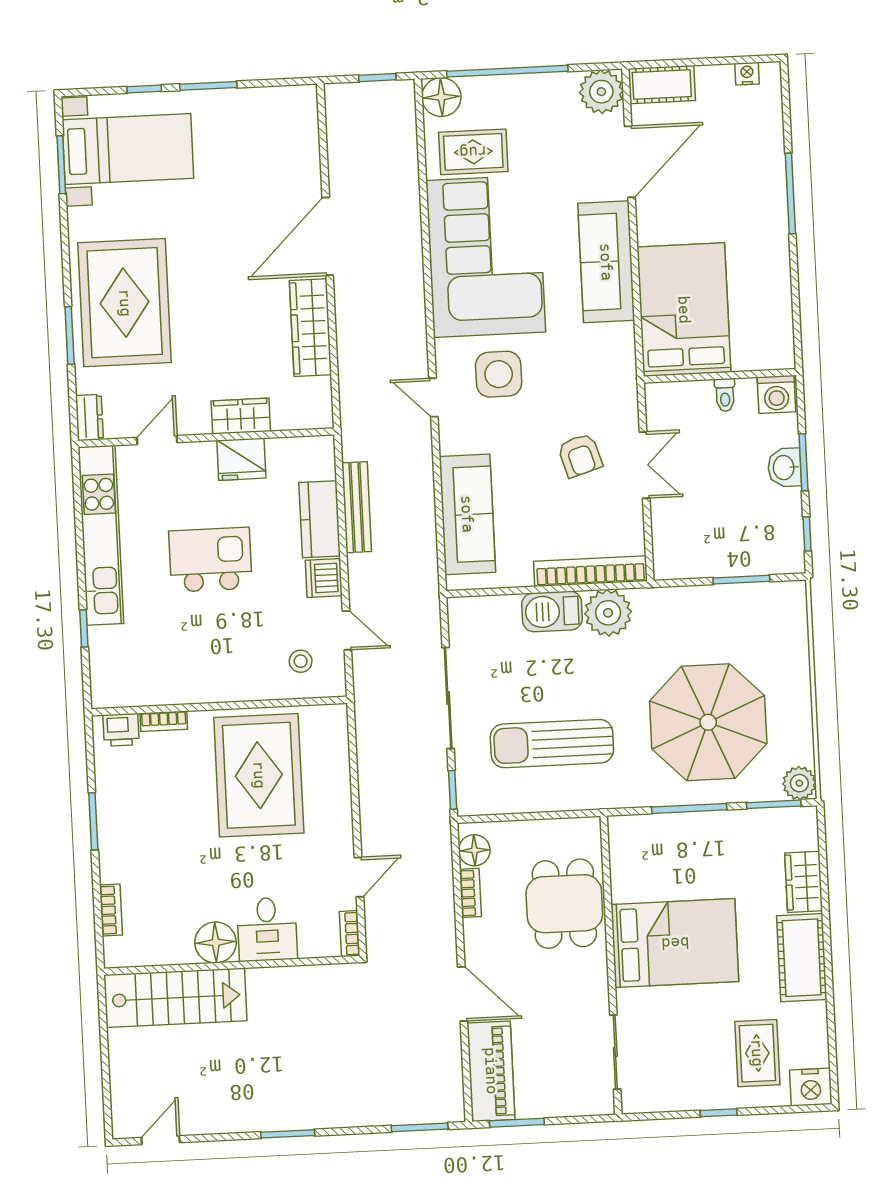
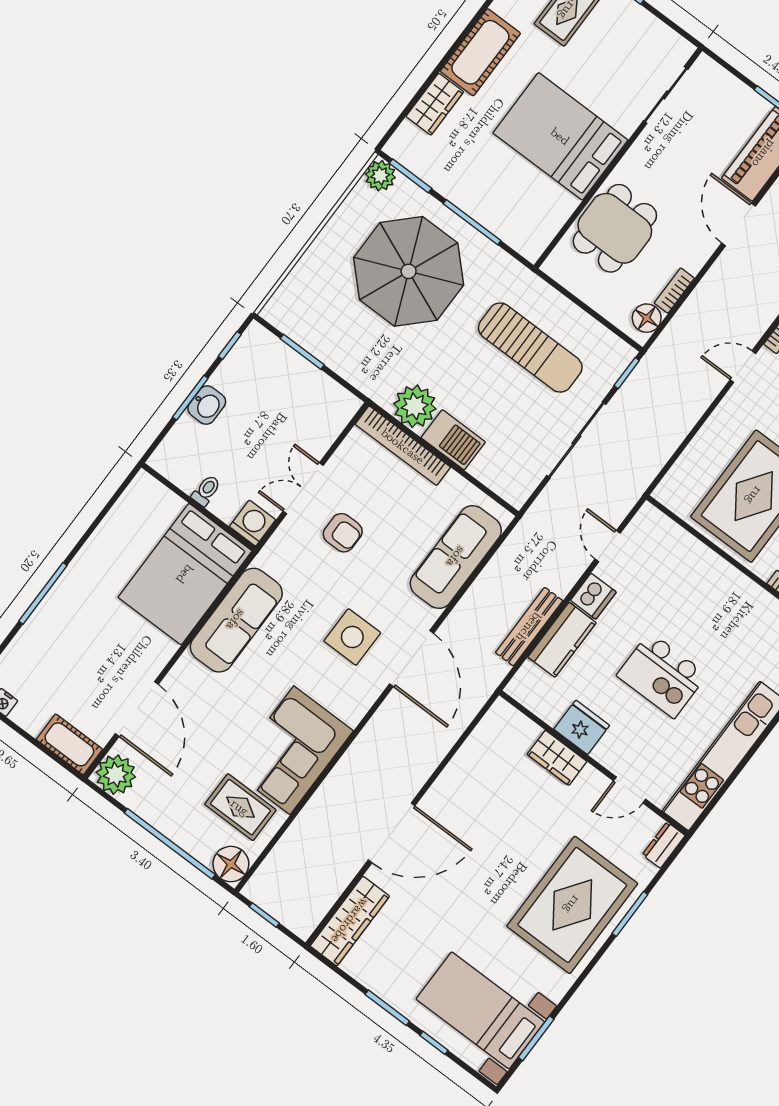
door: (630, 162) -> (137, 709), swing flipped
corner sofa: (486, 256) -> (292, 750), width x0.73, depth x0.74
sofa: (606, 262) -> (236, 620), moved
wardrobe: (310, 328) -> (350, 921), moved
washing machine: (776, 394) -> (252, 523), moved
door: (433, 398) -> (411, 659), width x1.88
armchair: (580, 455) -> (343, 533), turned 107
stool: (301, 661) -> (658, 552), removed

